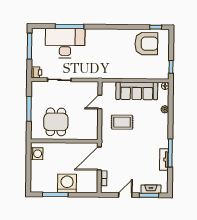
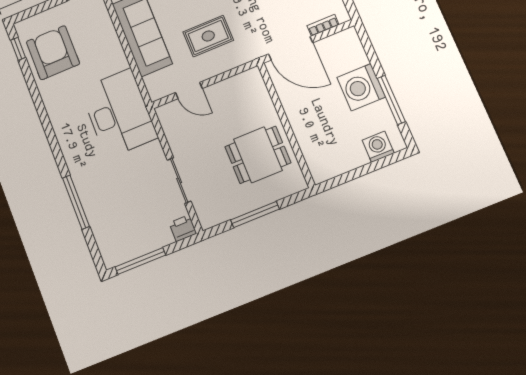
desk: (65, 43) -> (119, 113), moved, turned 180
rug: (122, 122) -> (208, 36), turned 90
washing machine: (37, 154) -> (378, 147), moved

